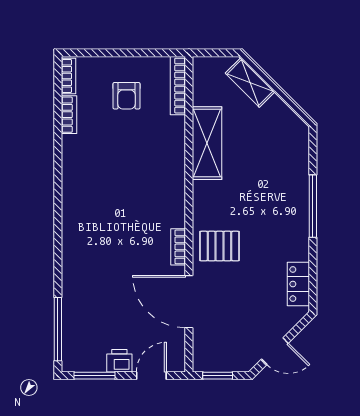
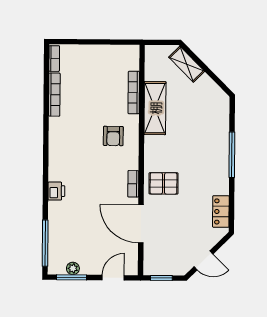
bookcase: (178, 86) -> (134, 93), moved
armchair: (126, 96) -> (113, 136), moved
bookcase: (69, 115) -> (54, 95), width x1.56
printer: (119, 361) -> (56, 191), moved, turned 90
plant: (96, 363) -> (73, 268), added

